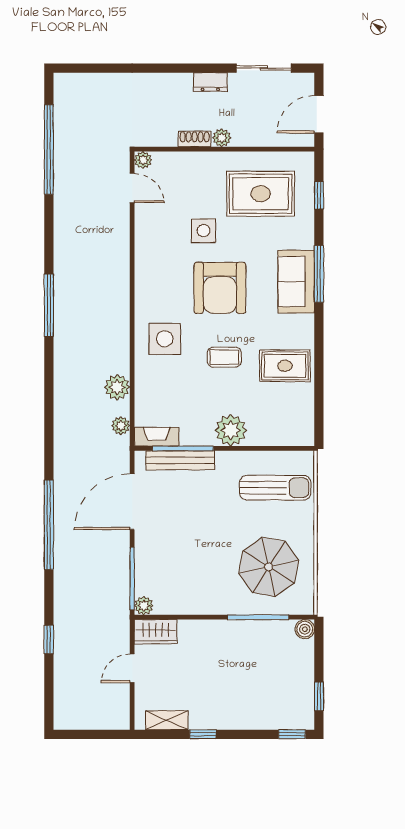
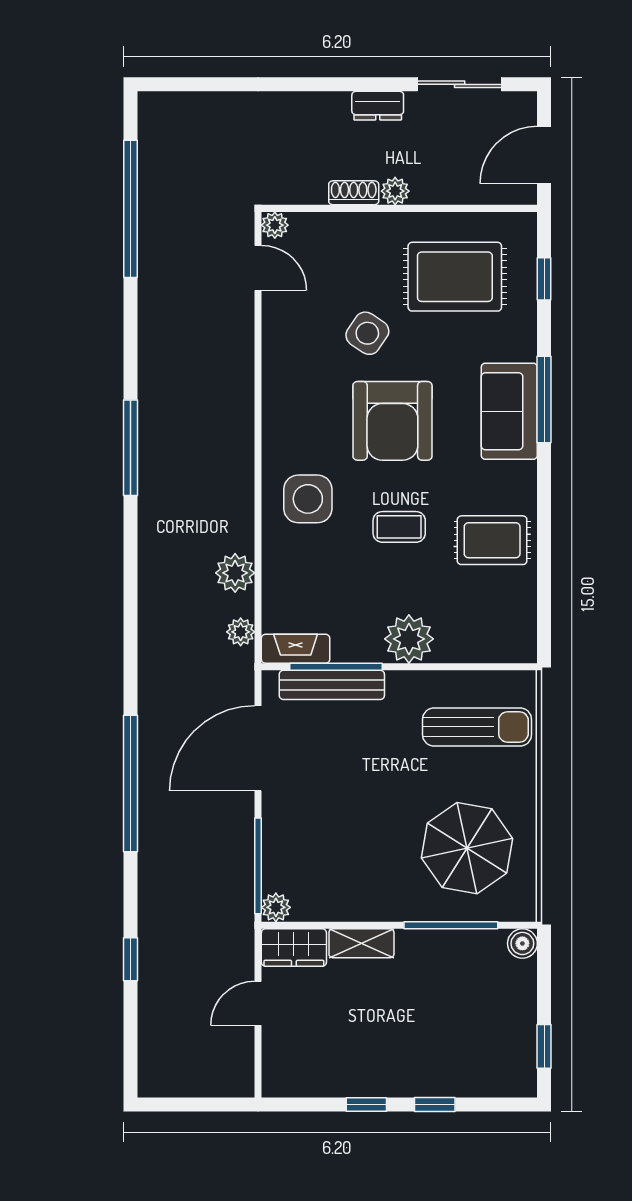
side table: (204, 231) -> (367, 333), turned 34
shelving: (167, 720) -> (361, 943), moved
window: (292, 734) -> (435, 1104), moved

